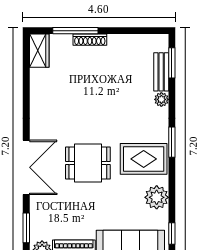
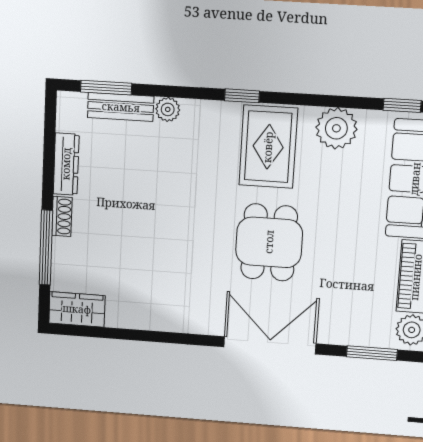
shoe rack: (90, 40) -> (62, 216), width x0.70
dresser: (126, 41) -> (66, 164), added
window: (172, 142) -> (242, 96), width x0.67

